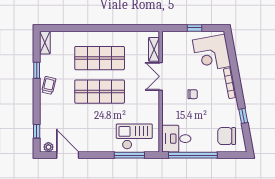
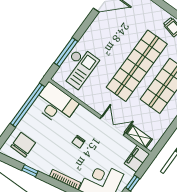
filing cabinet: (173, 38) -> (137, 159), added
shop shelf: (100, 92) -> (137, 66), width x1.40
desk: (176, 139) -> (55, 104), width x1.37

